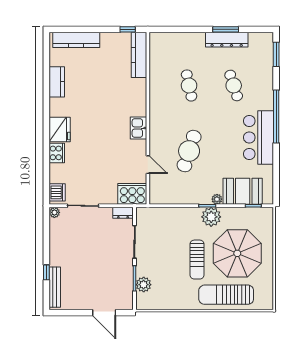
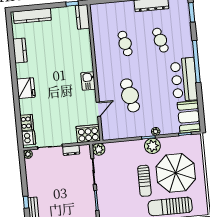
kitchen counter: (139, 55) -> (83, 17), width x0.67
cafe table: (189, 151) -> (130, 95), turned -30
cooker: (57, 153) -> (27, 123), moved
door: (148, 165) -> (98, 109), hinge flipped
booth: (243, 191) -> (189, 117), moved, turned 90
dresser: (123, 213) -> (71, 150), moved
plant: (144, 285) -> (99, 149), moved

